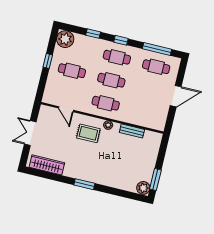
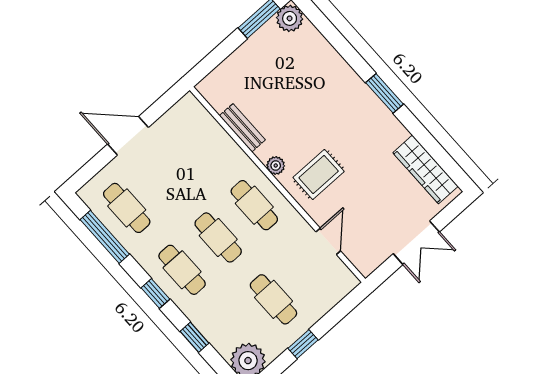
rug: (88, 133) -> (319, 174), turned 90

